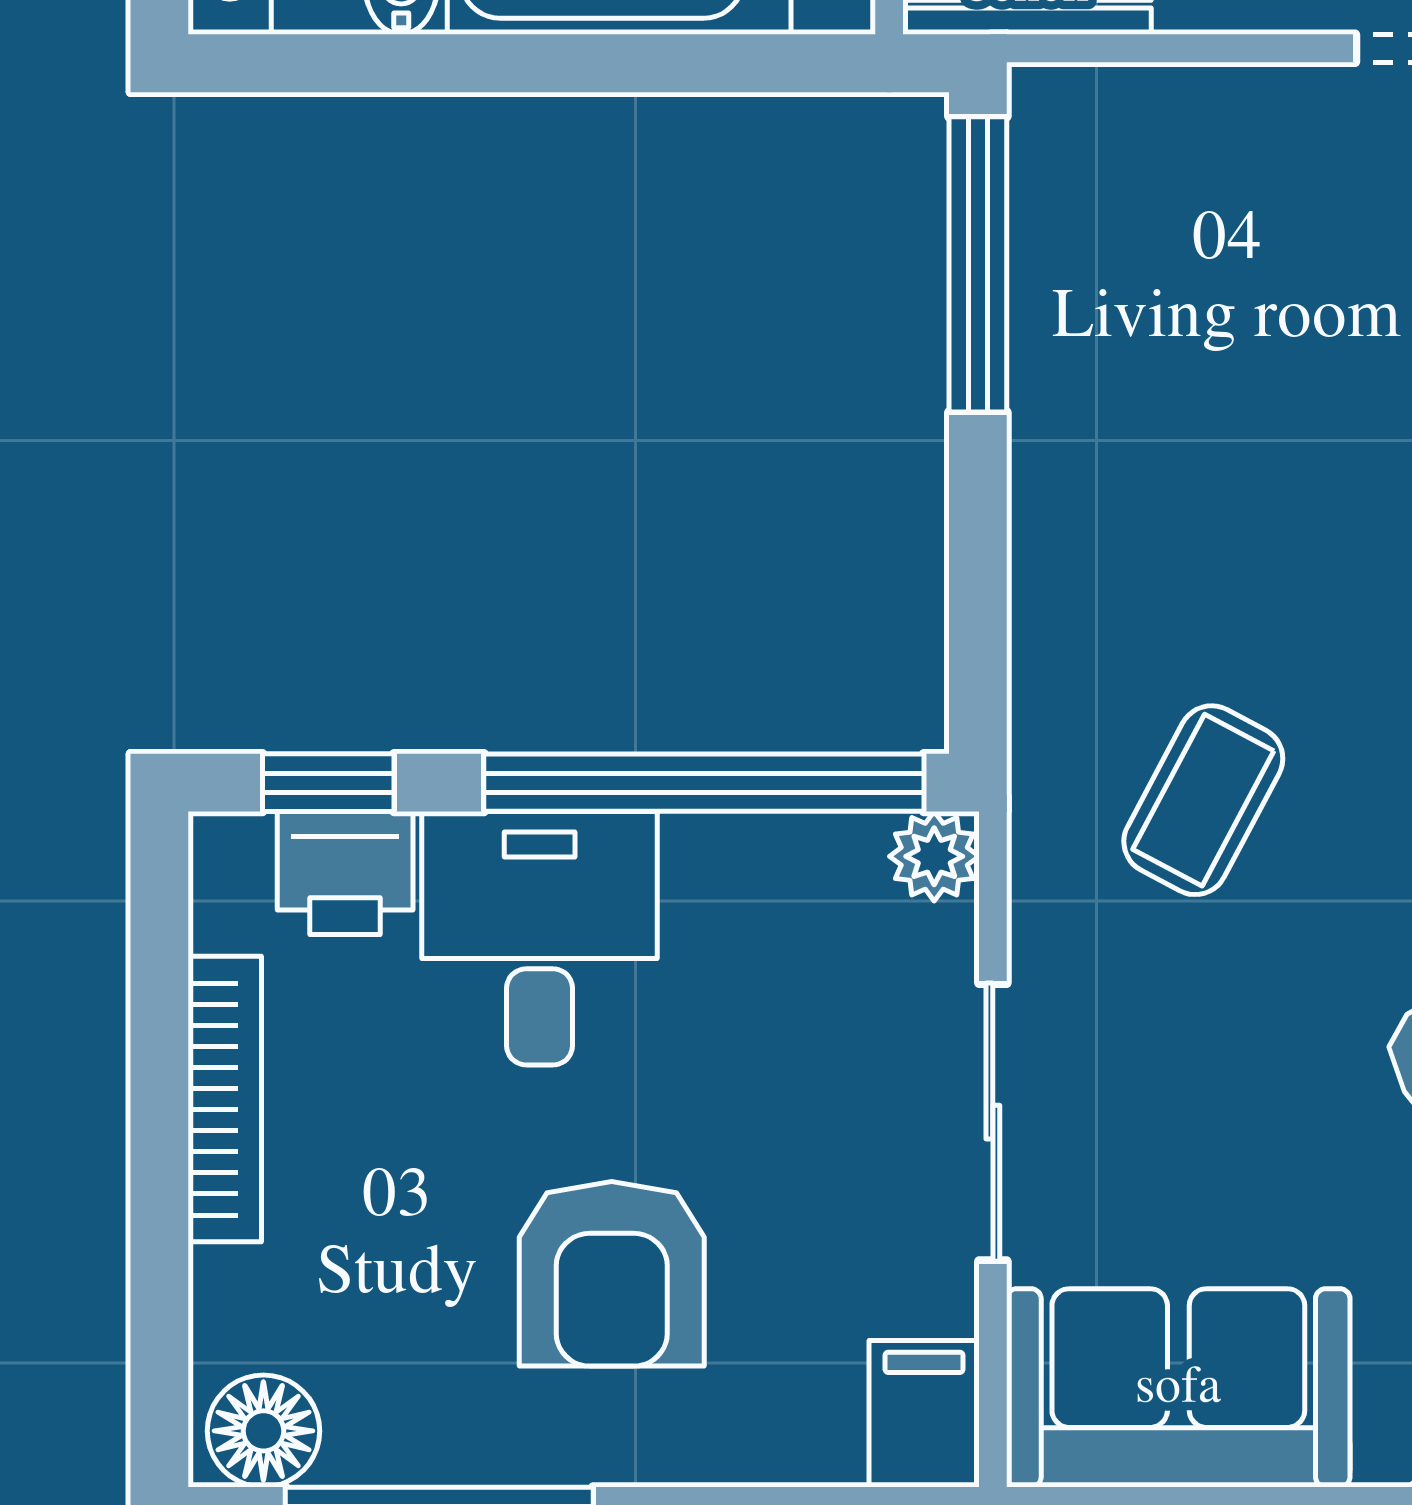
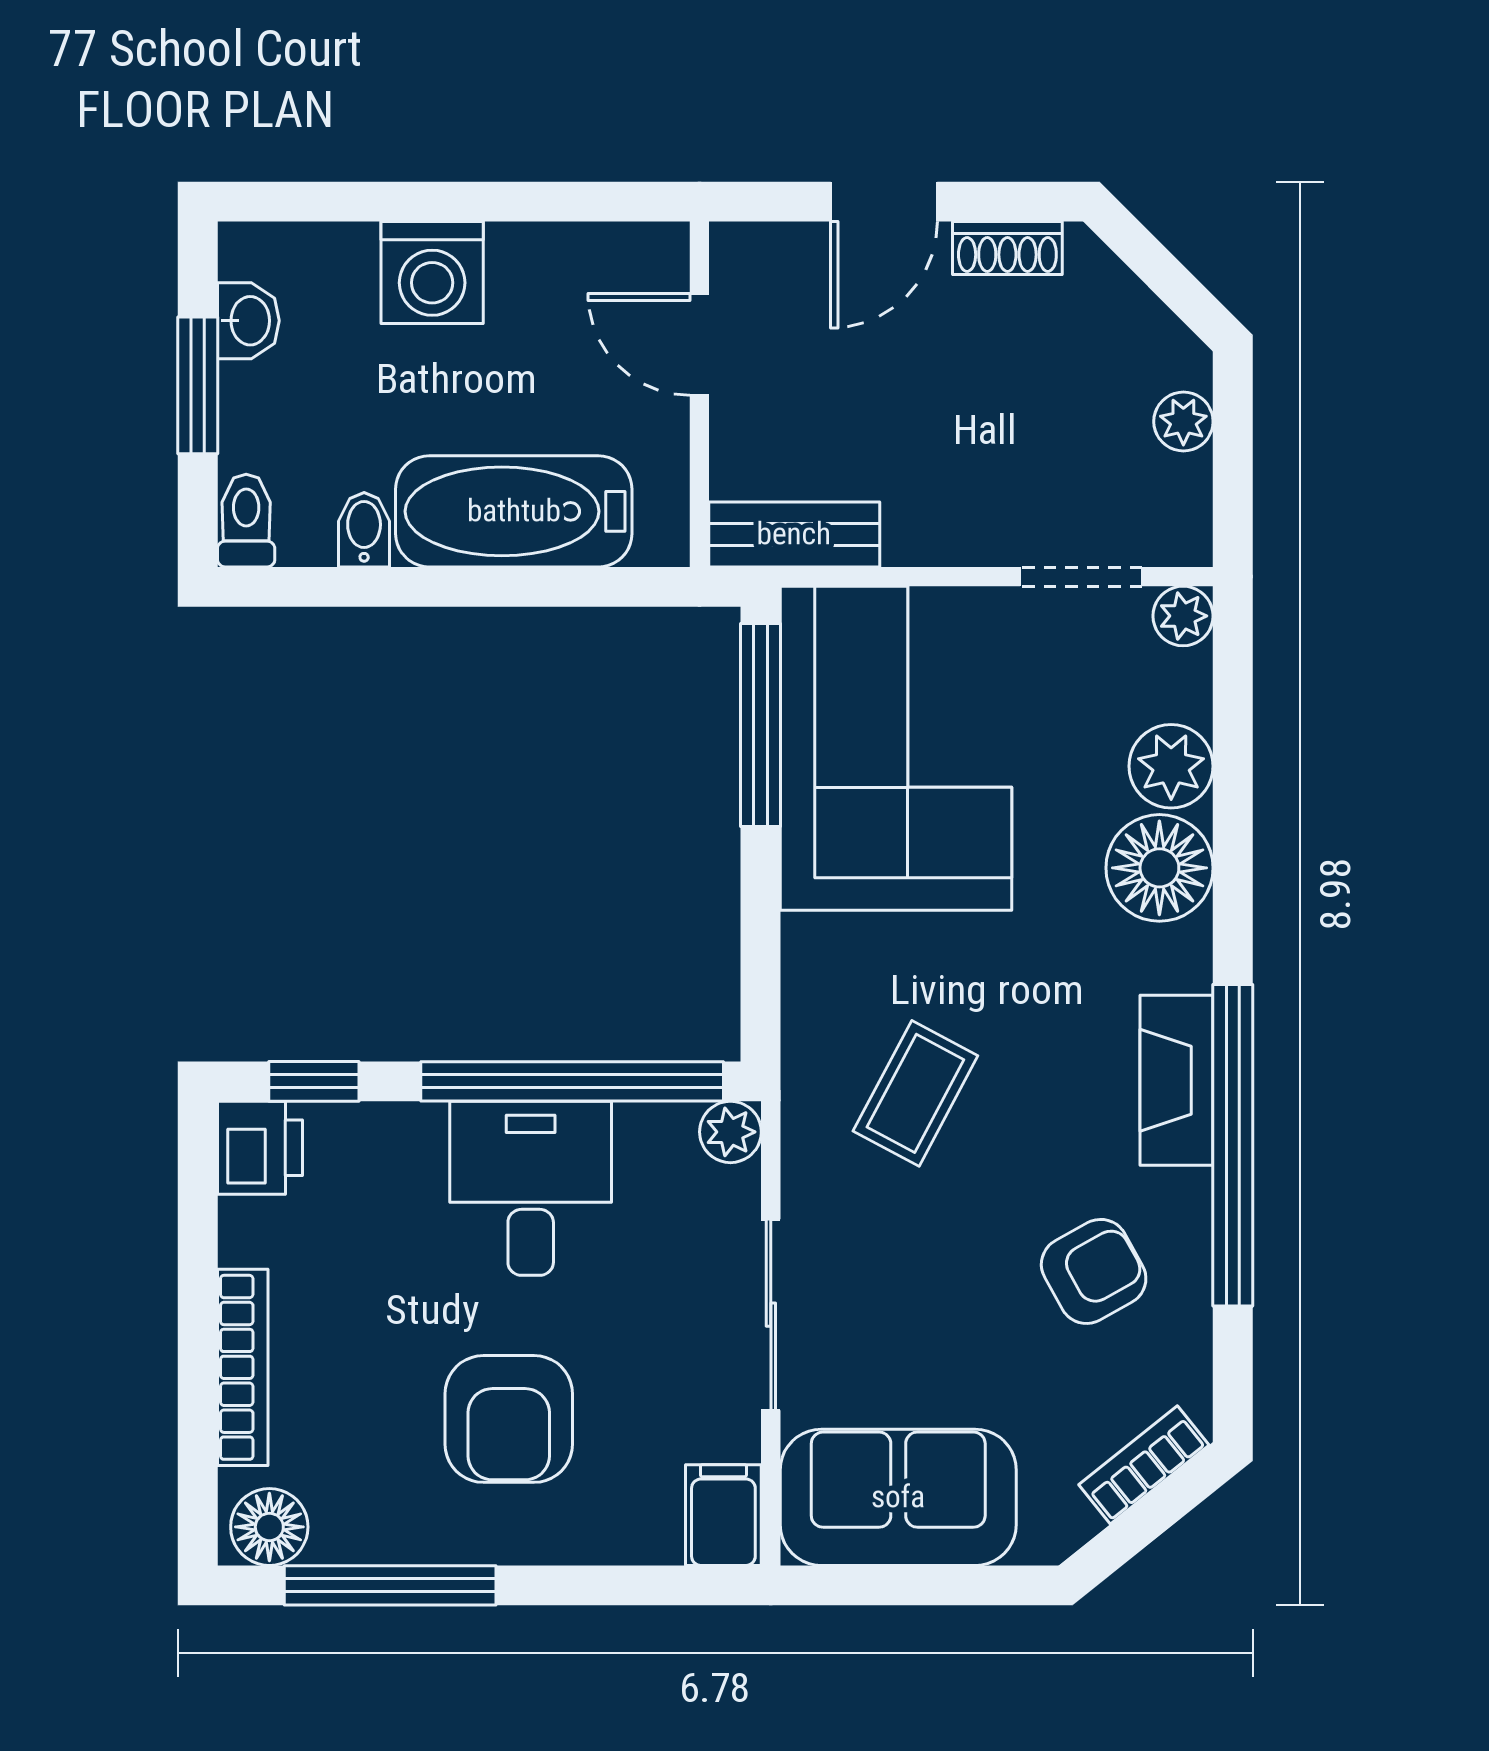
corner sofa: (1175, 298) -> (896, 748), added
printer: (345, 873) -> (260, 1148), moved, turned -90
desk: (540, 938) -> (531, 1188), moved
bookcase: (225, 1099) -> (243, 1367), moved

